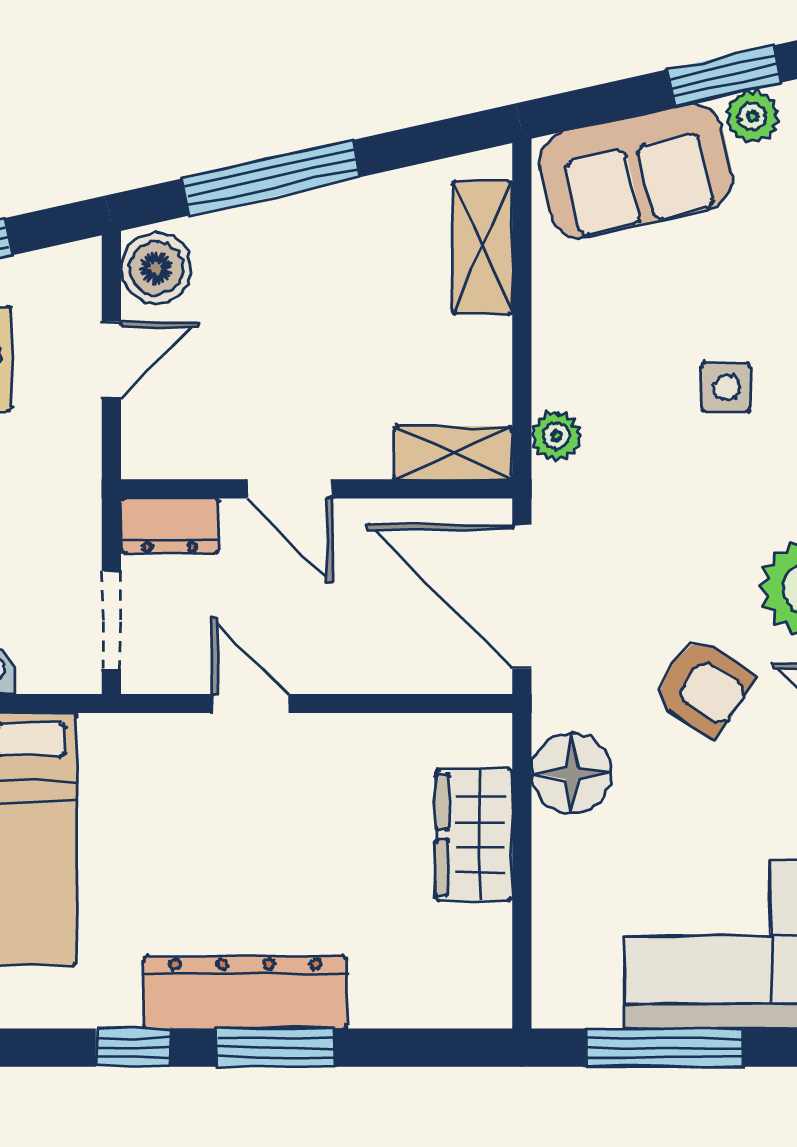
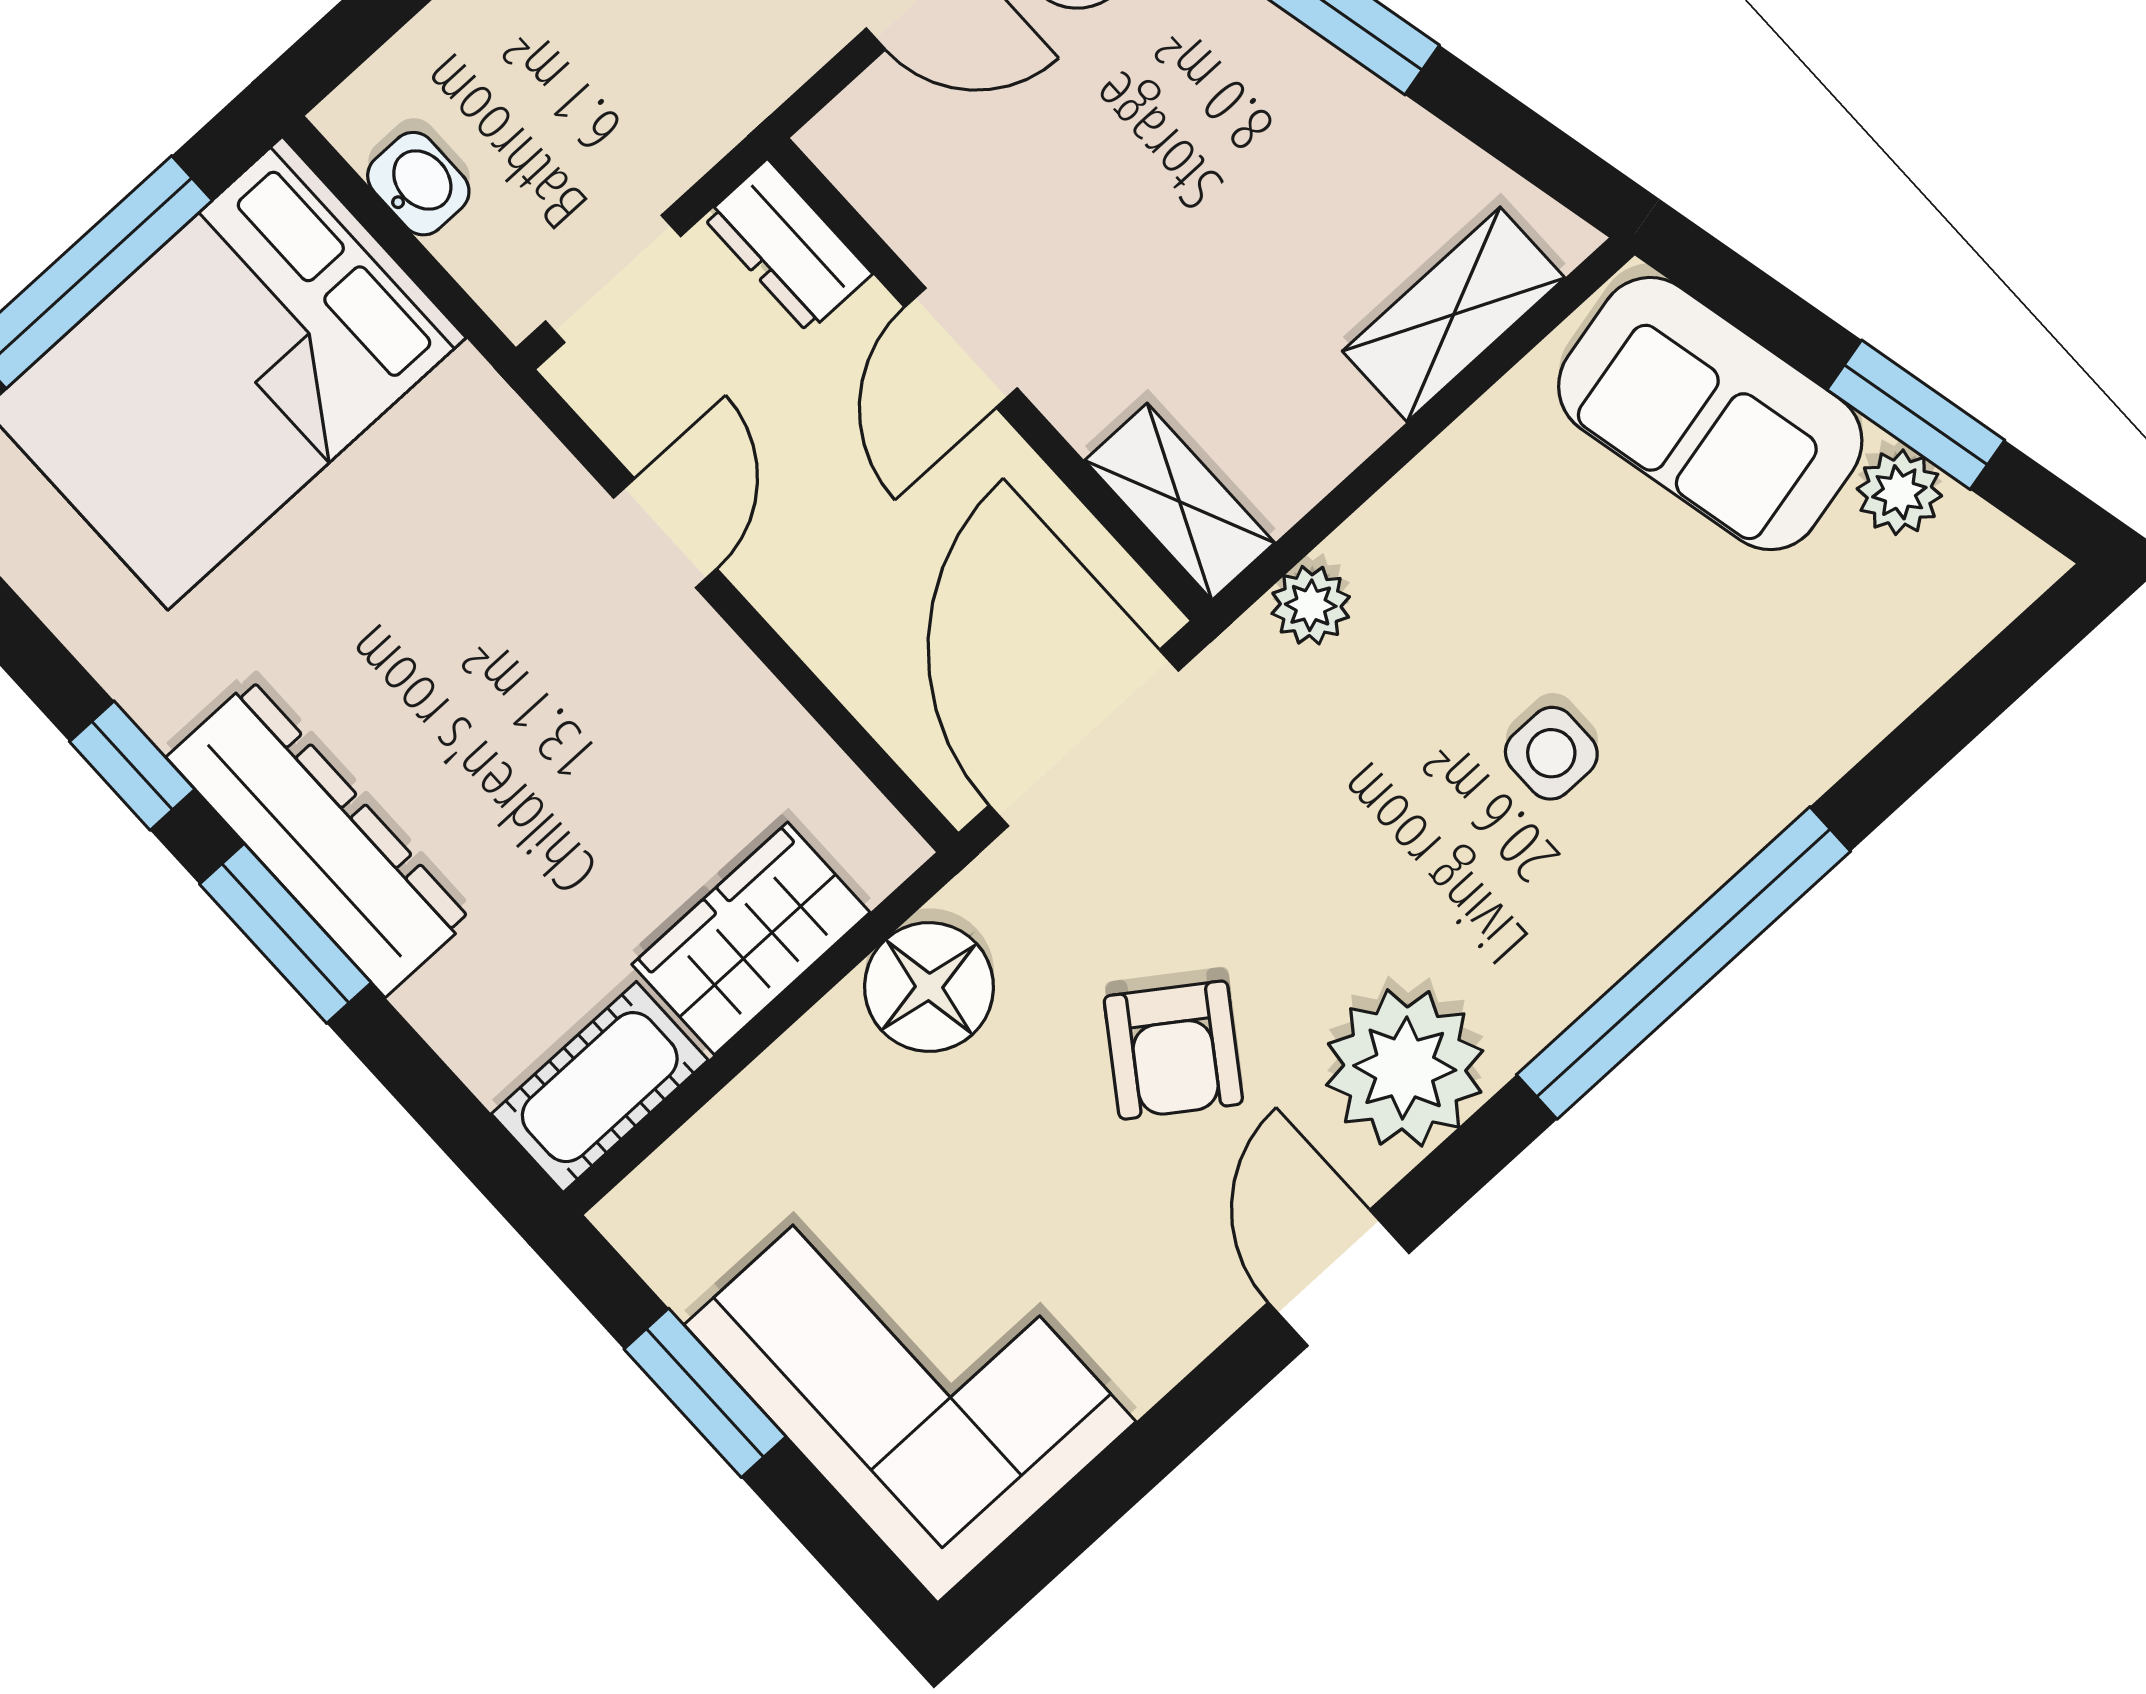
cot: (479, 967) -> (600, 1087), added
window: (665, 1048) -> (705, 1393), width x0.69

